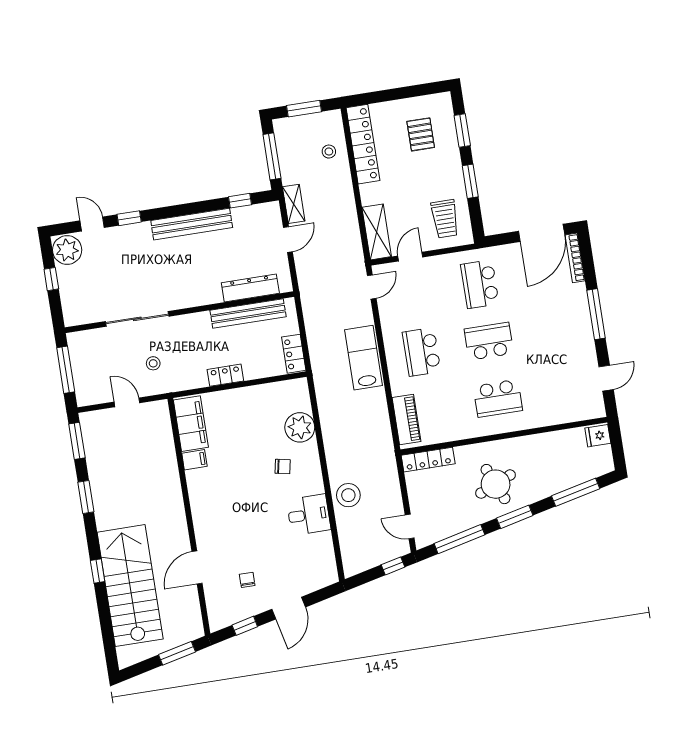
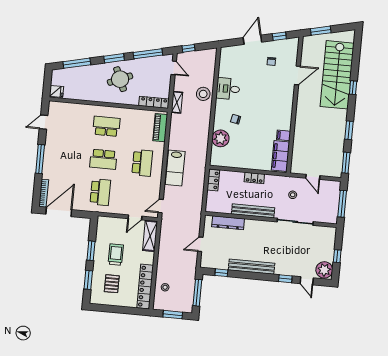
shelving: (294, 204) -> (177, 102), moved
trolley: (445, 219) -> (116, 255), moved
bench: (248, 313) -> (253, 211), moved

